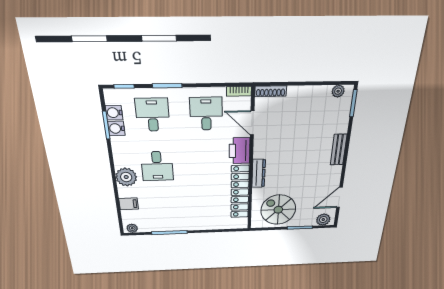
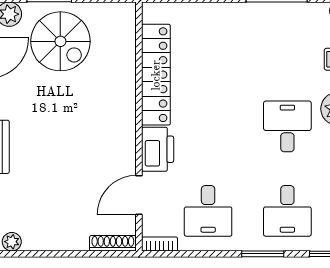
door: (252, 123) -> (139, 195), swing flipped
dresser: (259, 173) -> (126, 109), removed
spiral stairs: (278, 210) -> (60, 41), moved

